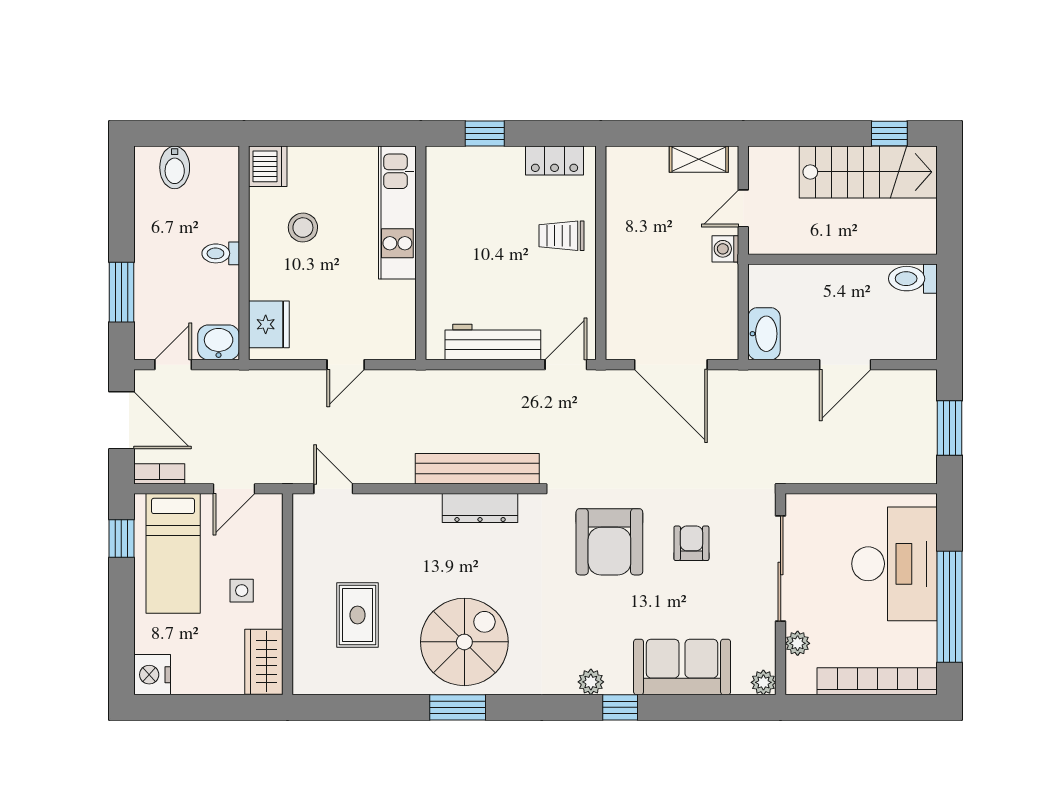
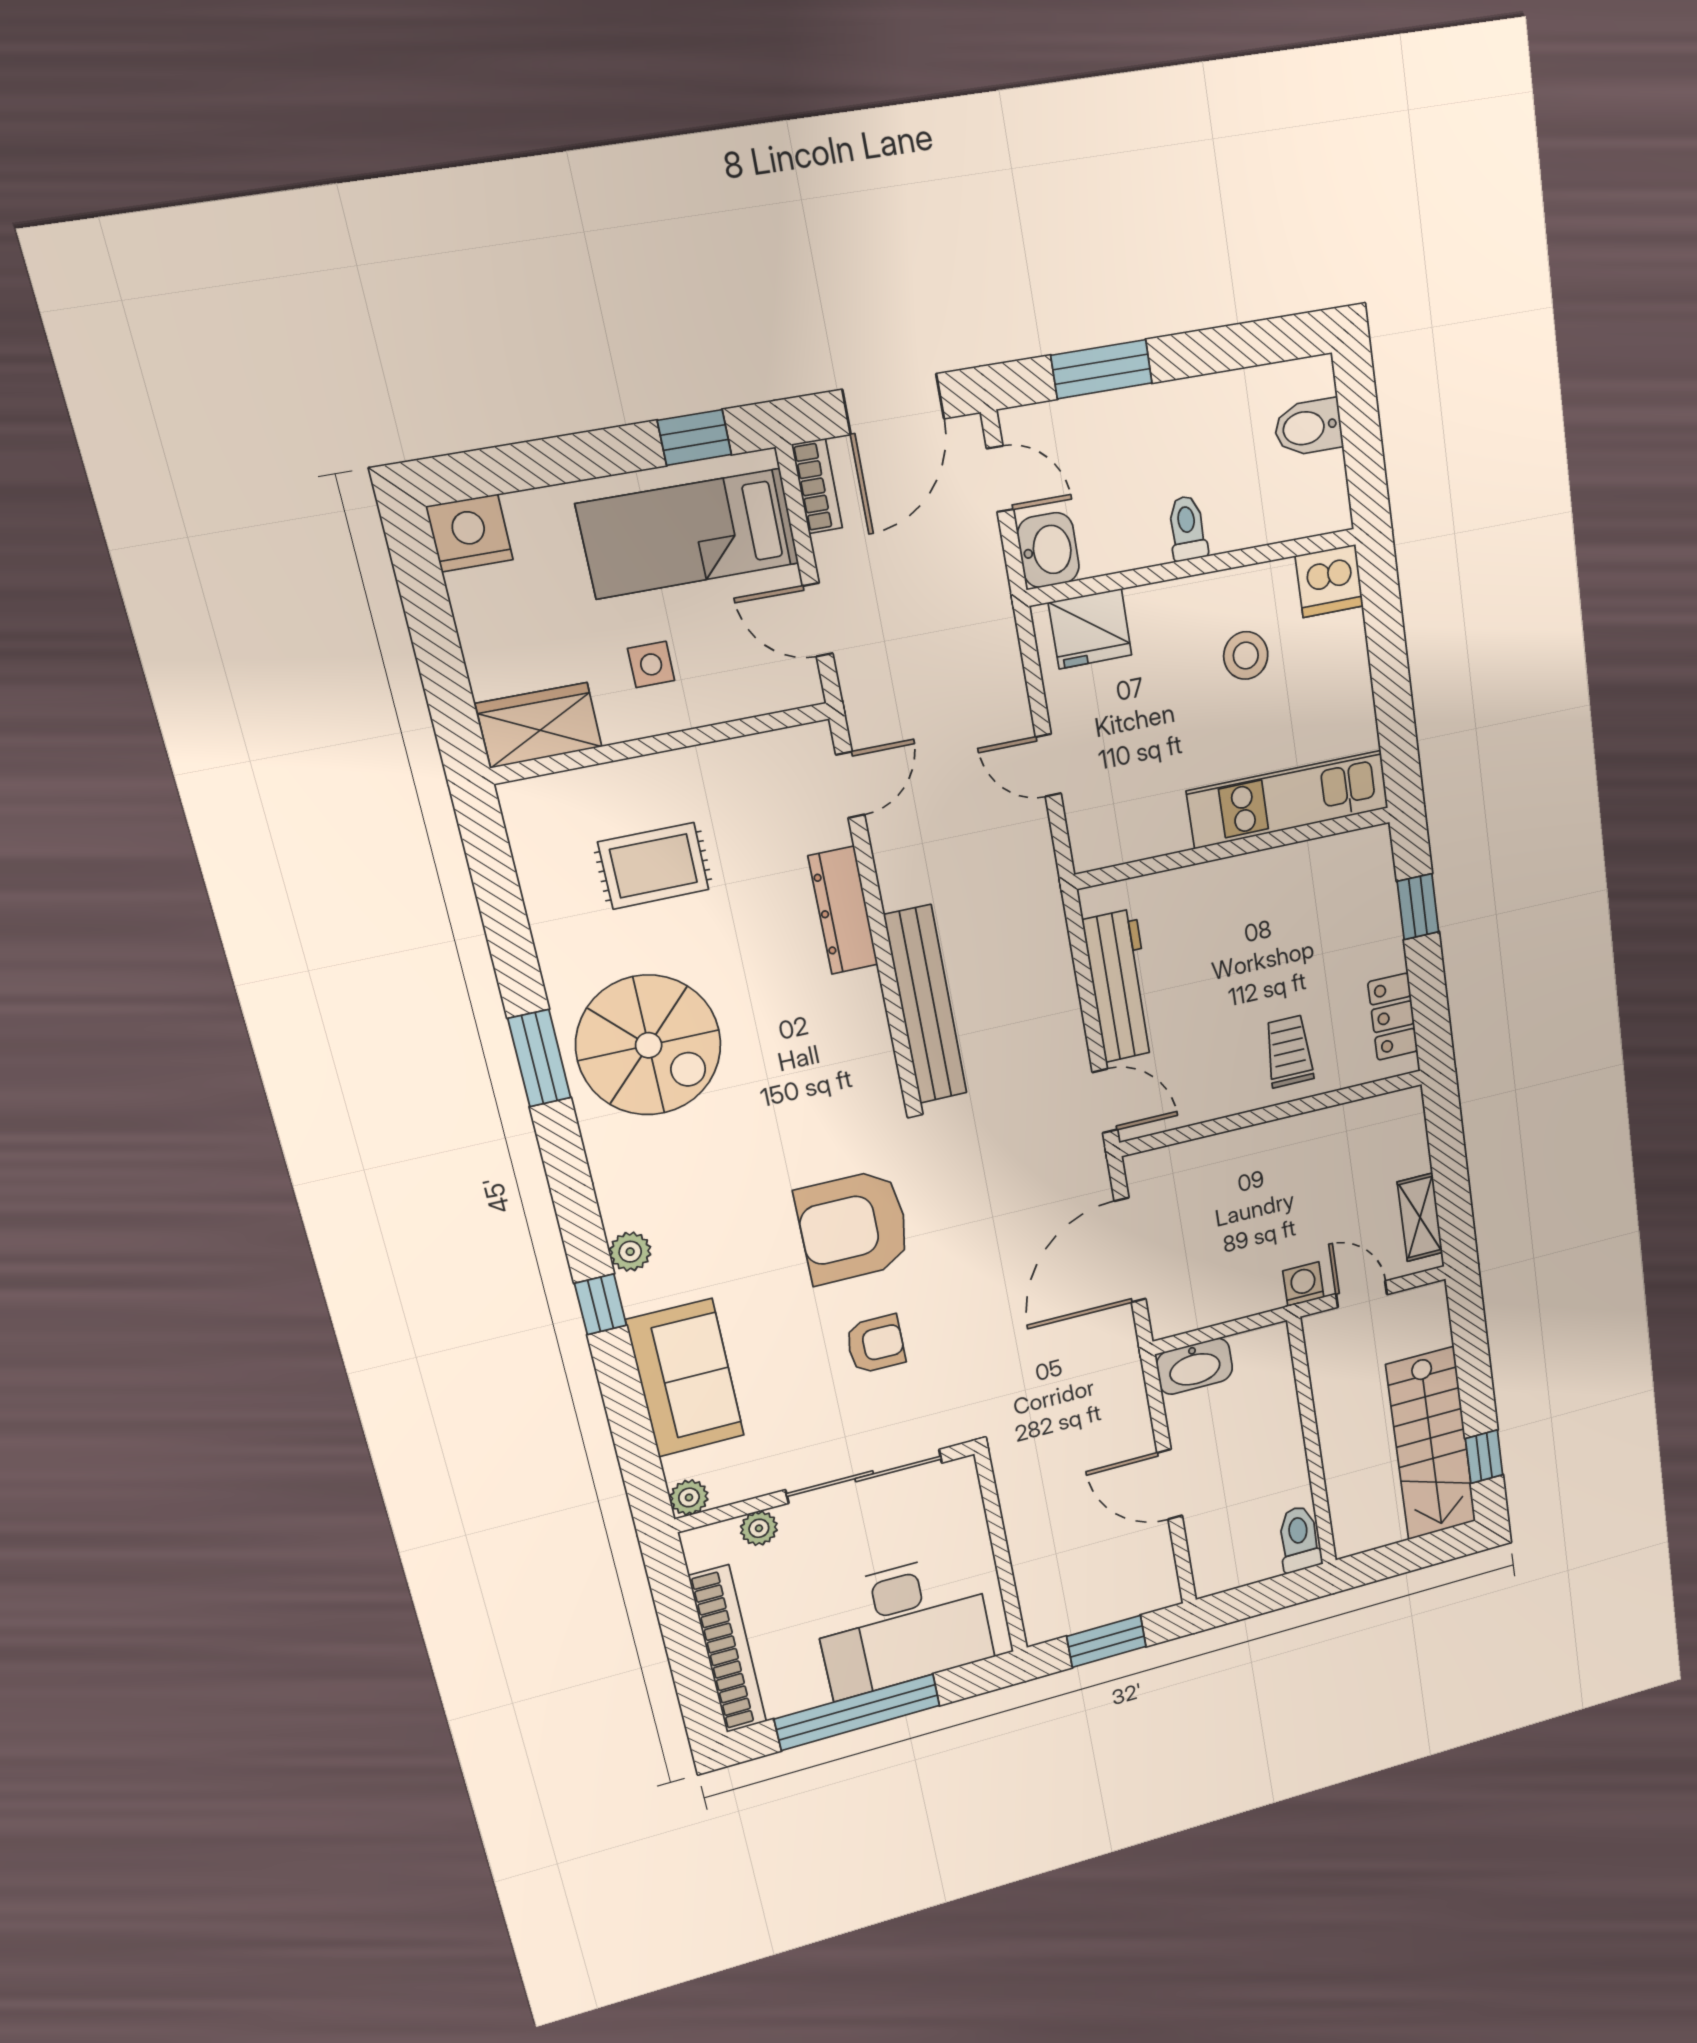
dresser: (480, 508) -> (843, 910), moved

